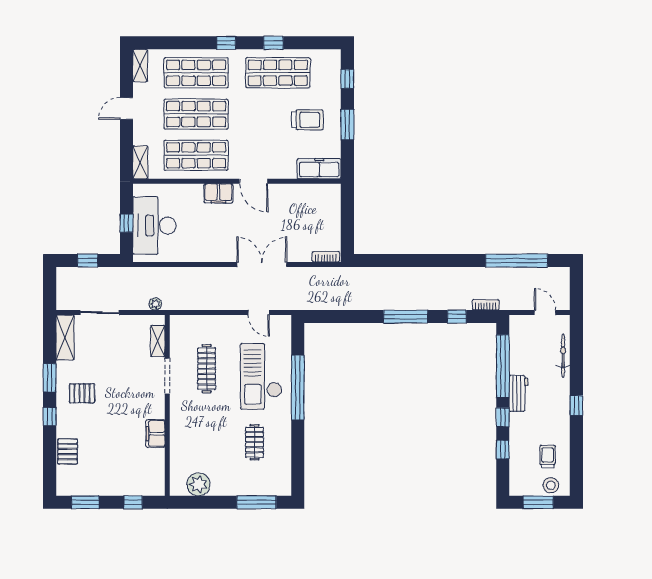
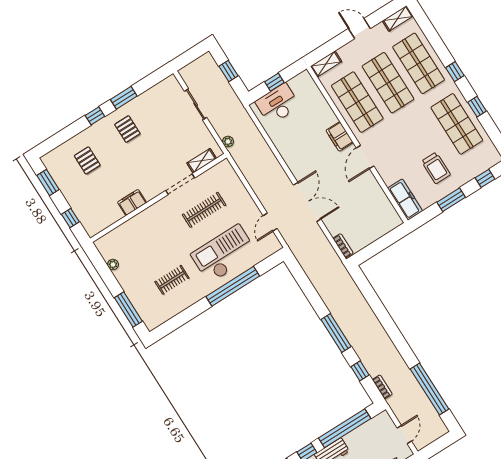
desk: (154, 226) -> (278, 104), width x0.73, depth x0.77
shelving: (65, 338) -> (161, 90), removed
pallet: (68, 451) -> (87, 160), moved, turned 90
plant: (198, 484) -> (113, 265), width x0.53, depth x0.53

